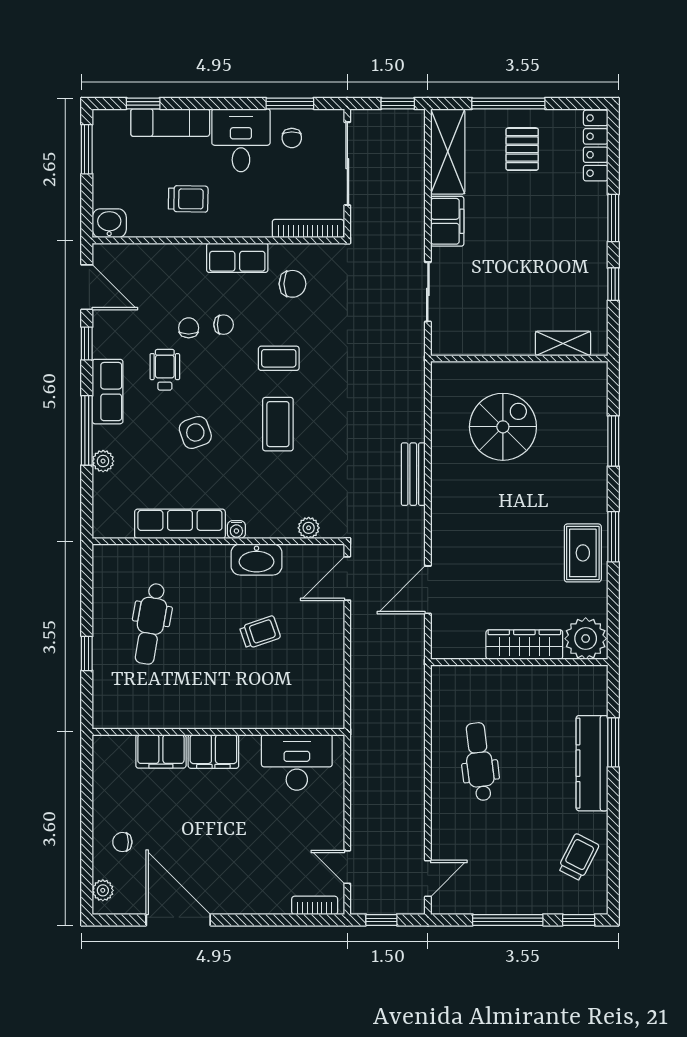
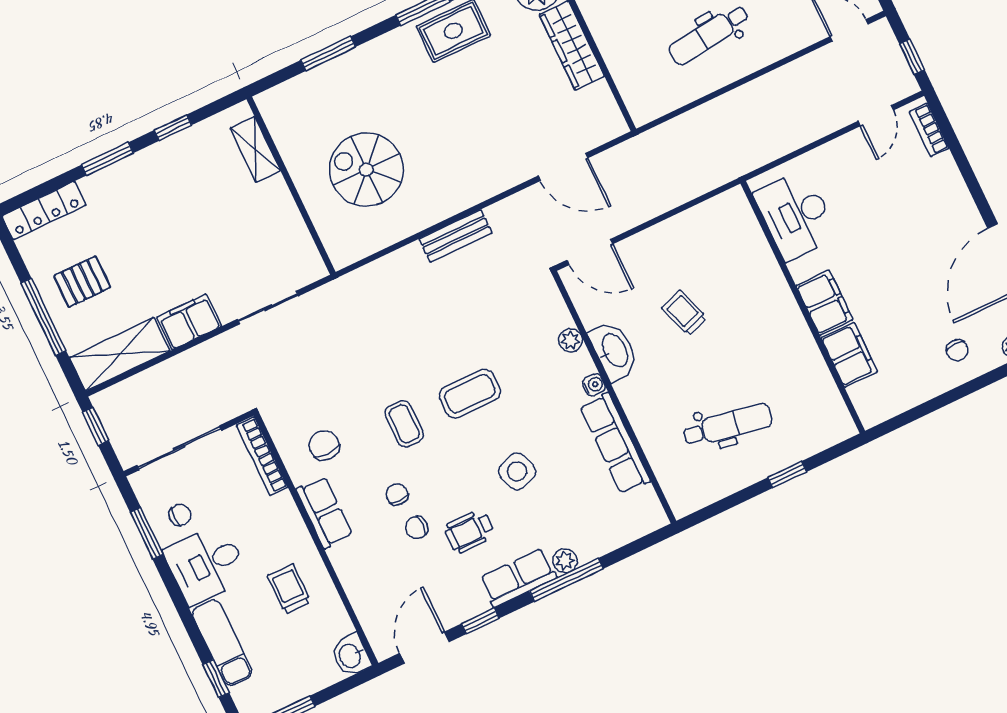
plant: (103, 461) -> (565, 561), moved
plant: (309, 528) -> (571, 340), moved

